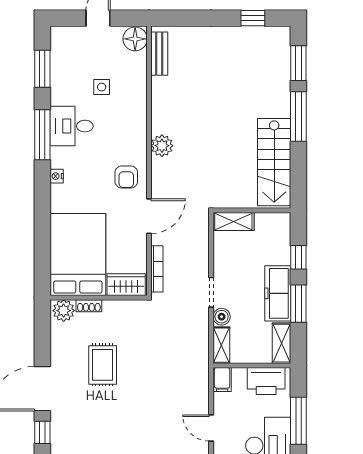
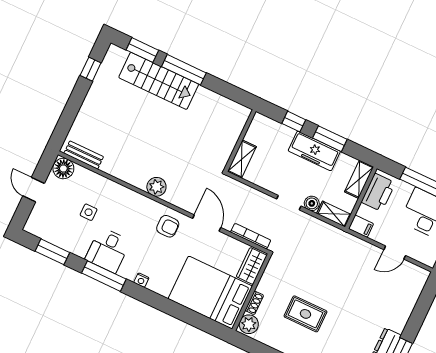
stairs: (274, 162) -> (159, 81), moved
shelving: (281, 343) -> (359, 179), moved, turned 90

